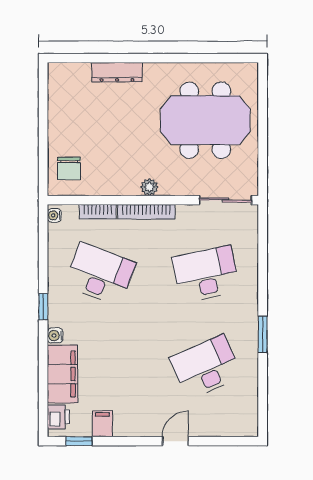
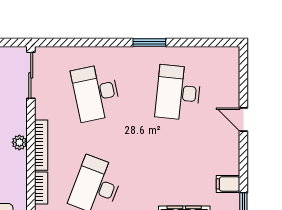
desk: (206, 367) -> (178, 93), turned 30

